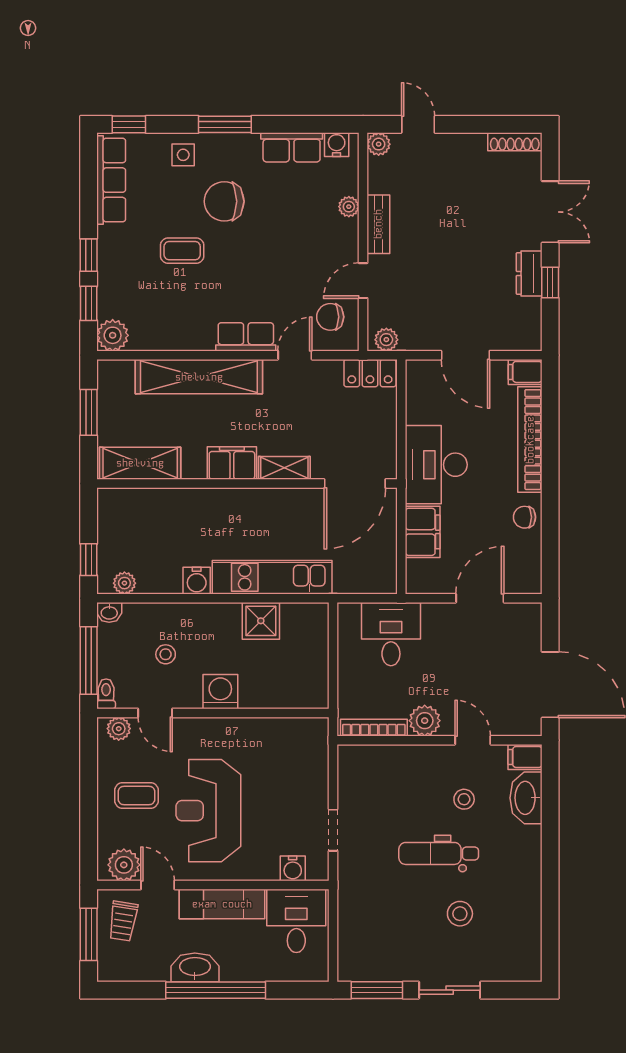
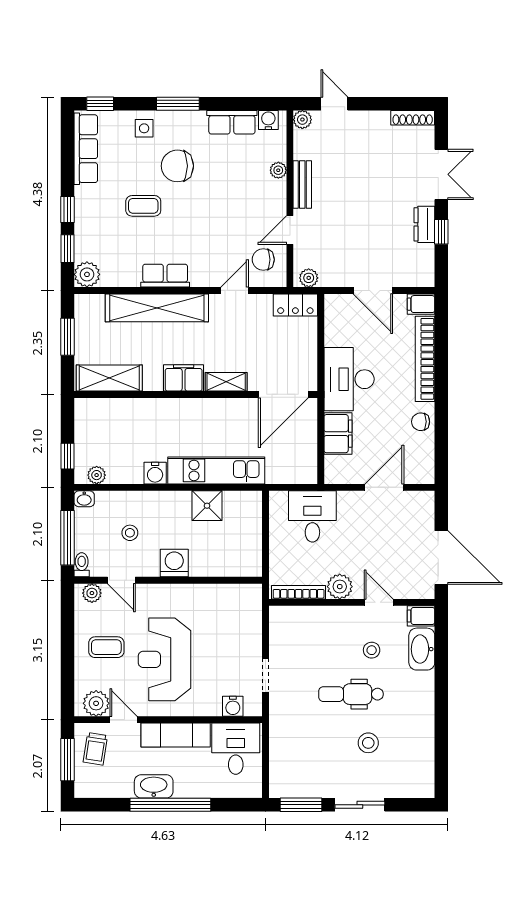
row of seats: (246, 337) -> (165, 276), moved

